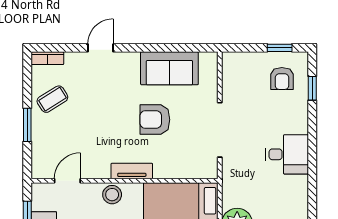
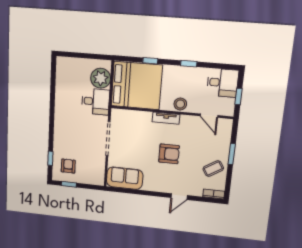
sofa: (169, 68) -> (125, 178), moved
armchair: (155, 120) -> (169, 154), moved
desk: (287, 154) -> (96, 102), moved, turned 180
door: (67, 181) -> (209, 116), hinge flipped

